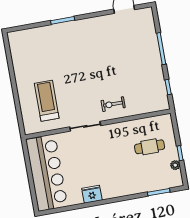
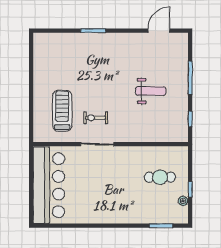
weight bench: (127, 67) -> (151, 91), added
exercise bike: (113, 104) -> (96, 118), moved
fridge: (92, 194) -> (92, 216), removed

